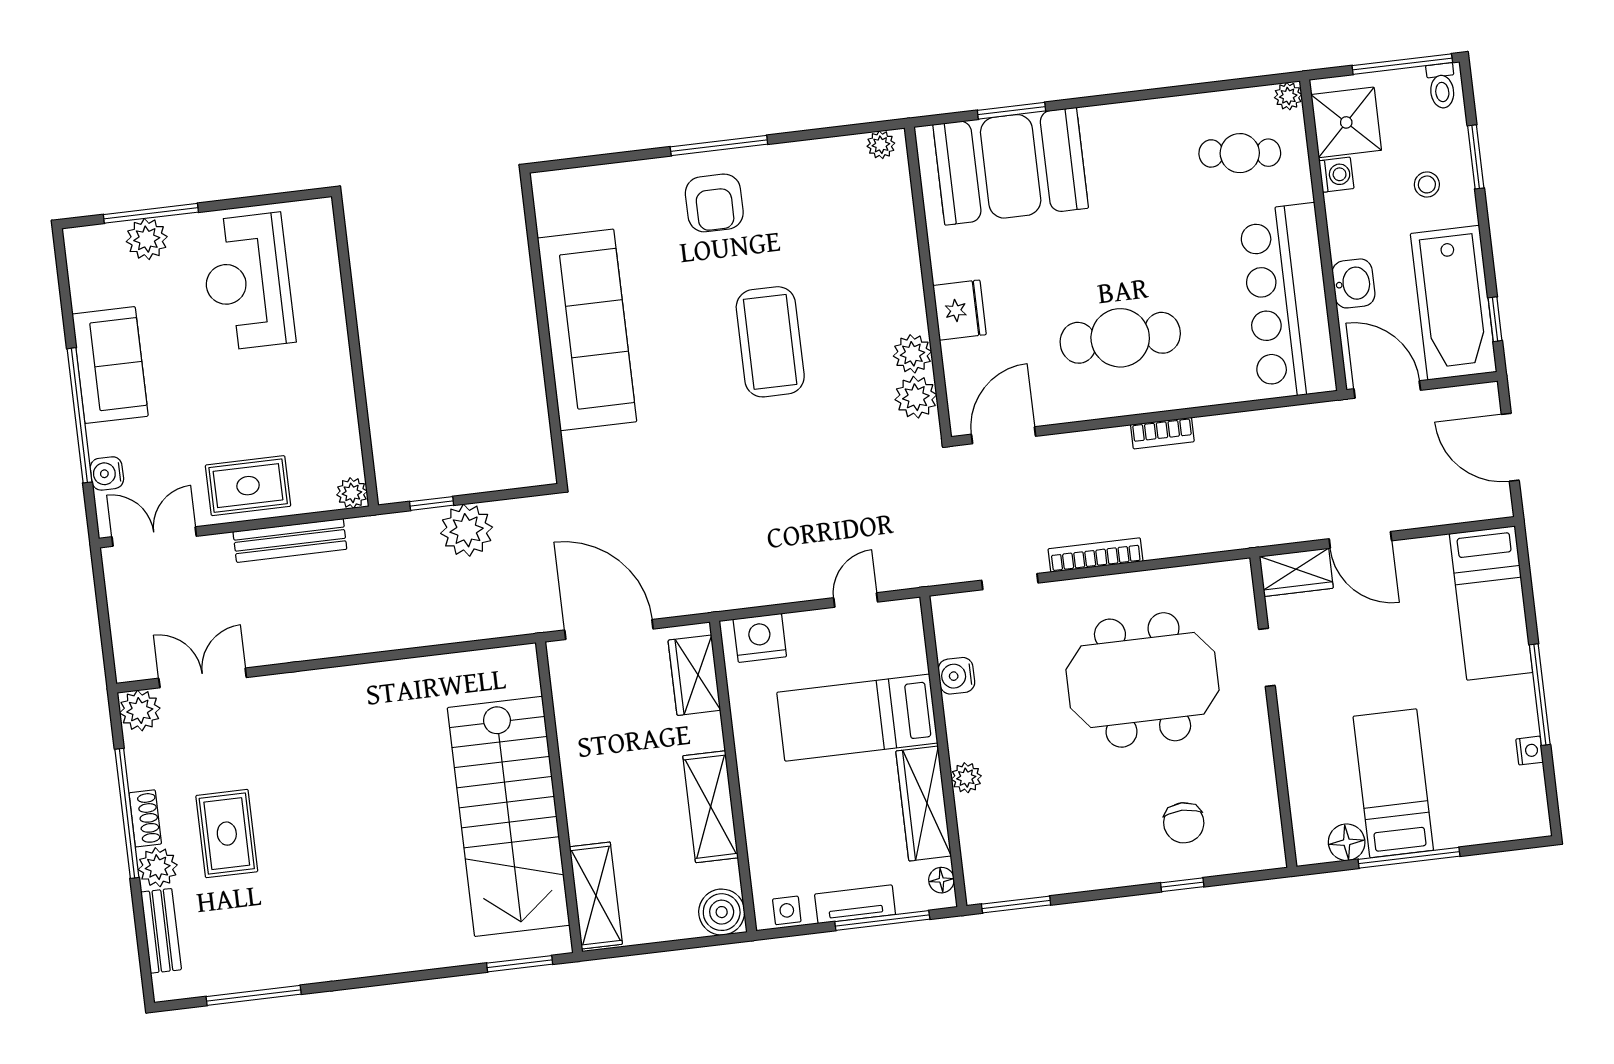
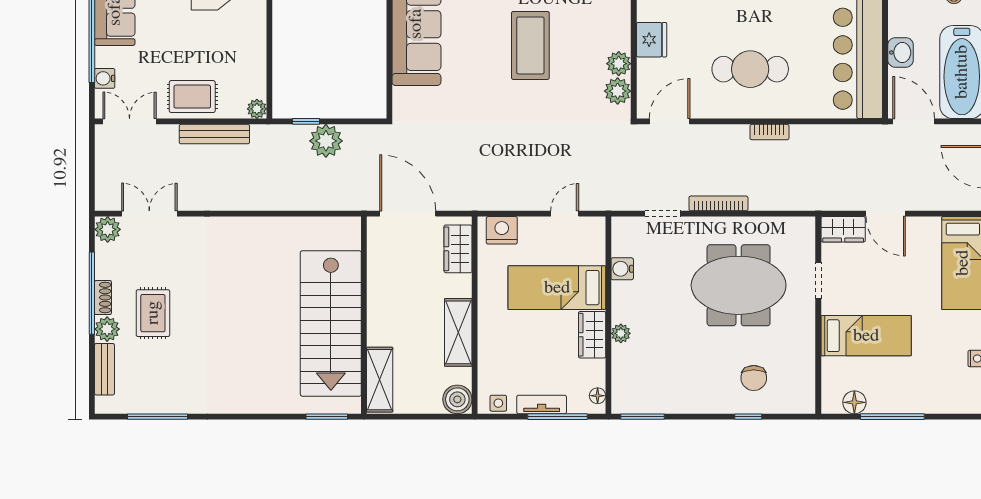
bed: (1393, 783) -> (866, 336), moved, turned 90
wardrobe: (924, 804) -> (592, 335), width x0.67

